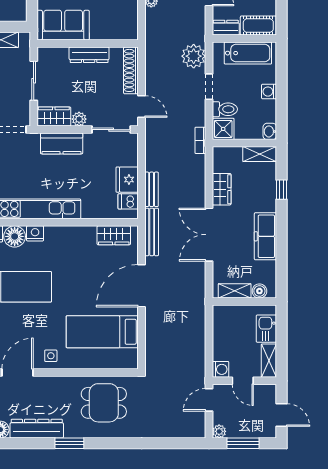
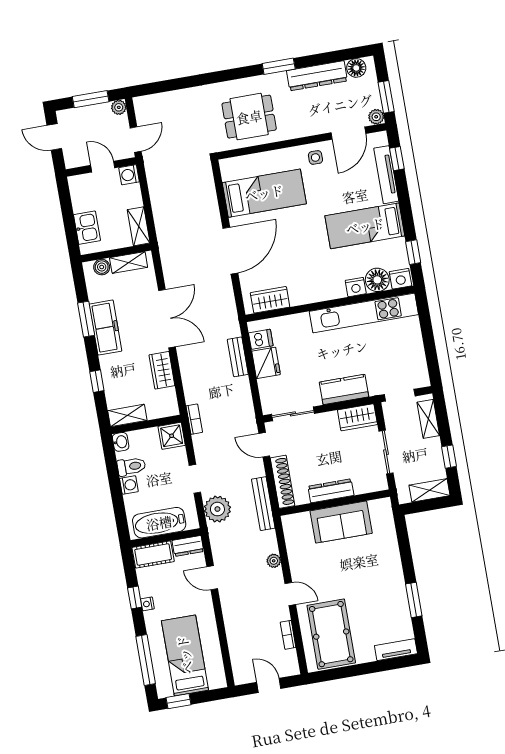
sofa: (63, 25) -> (341, 522), moved
toilet: (225, 109) -> (131, 466), moved, turned 180
plant: (79, 119) -> (330, 419), removed
bench: (152, 232) -> (263, 504), moved
window: (282, 247) -> (86, 319), added
shelving: (269, 361) -> (139, 226), moved

